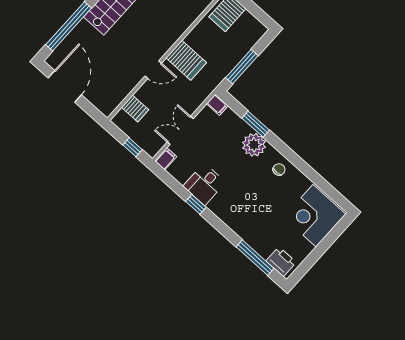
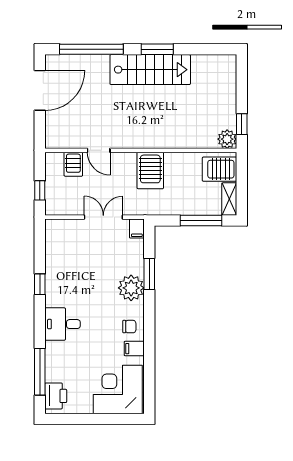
shelving: (254, 24) -> (229, 199), added
window: (242, 67) -> (201, 221), moved
door: (153, 70) -> (99, 150), moved
double door: (180, 130) -> (103, 217), moved
filing cabinet: (166, 159) -> (134, 349), moved, turned 180
desk: (204, 184) -> (62, 324), moved

